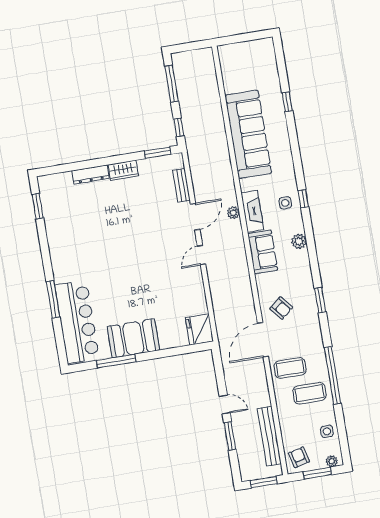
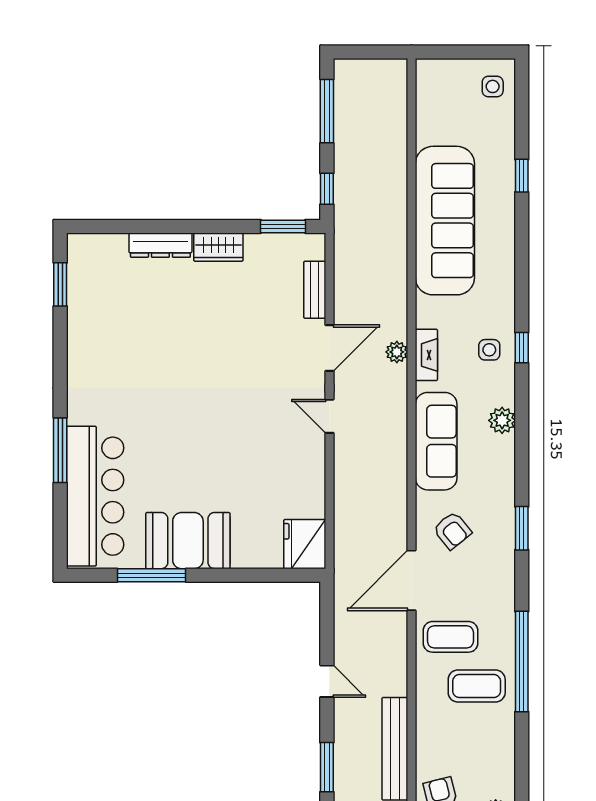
fireplace: (252, 211) -> (426, 355), width x0.73, depth x0.76
sofa: (263, 252) -> (436, 441), width x1.36
door: (201, 255) -> (329, 416), hinge flipped
side table: (327, 431) -> (493, 86), moved
window: (230, 436) -> (327, 767), moved

